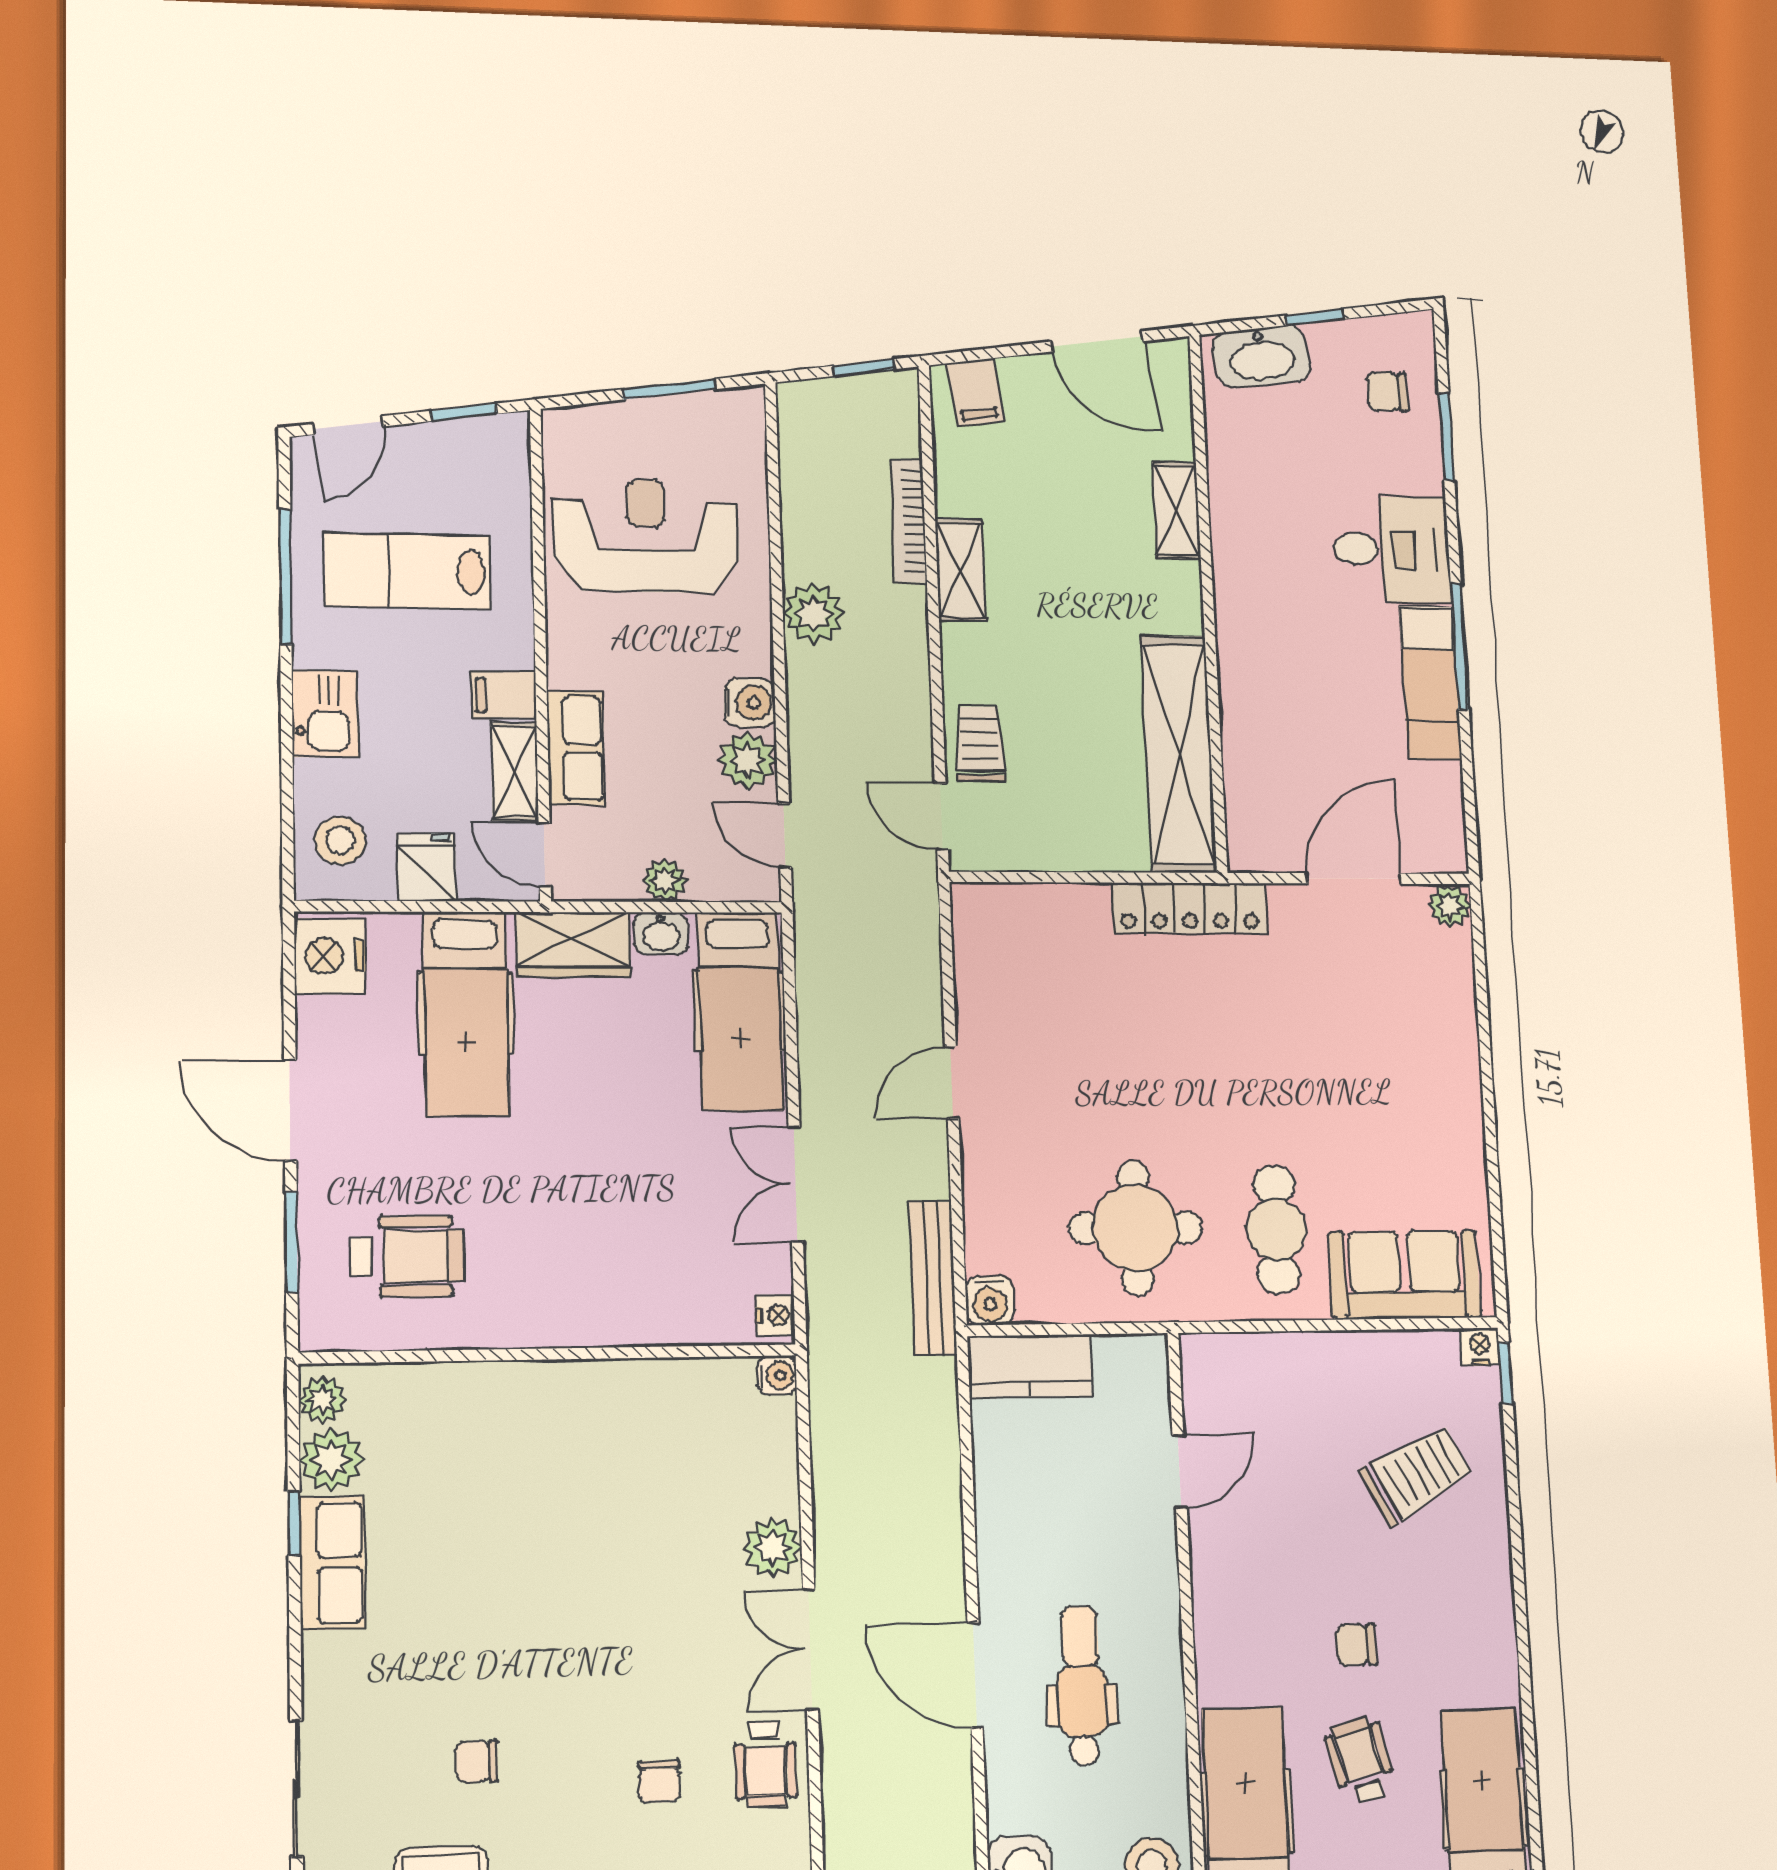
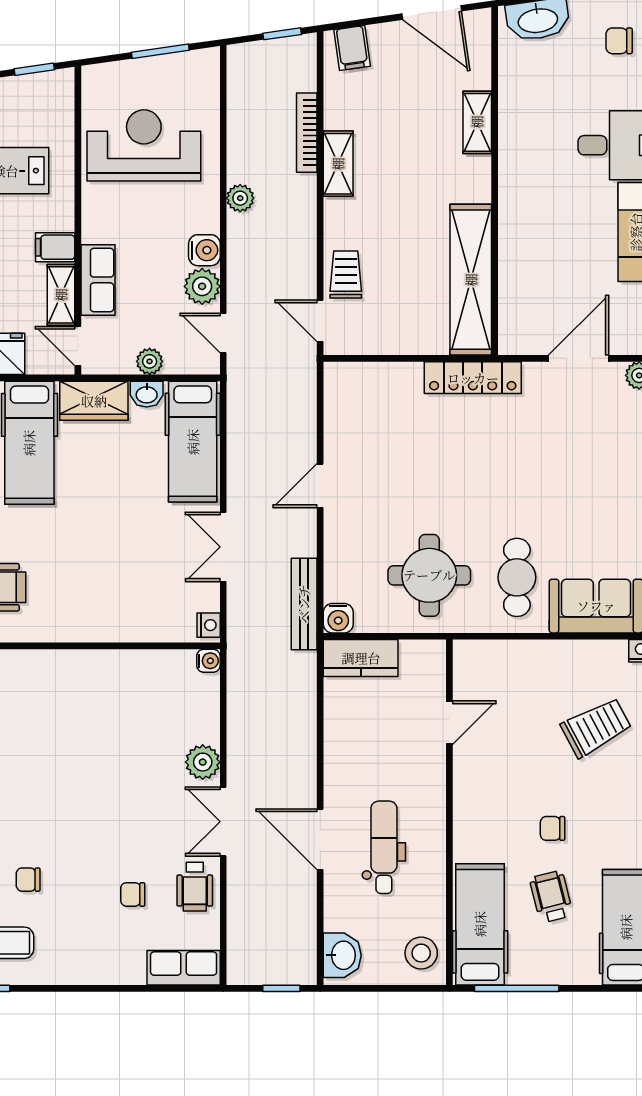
plant: (813, 613) -> (240, 198), width x0.73, depth x0.73
chair: (659, 1781) -> (133, 894), turned 90

